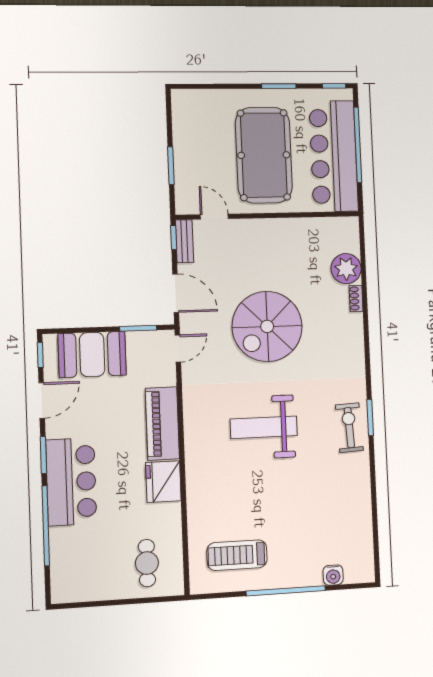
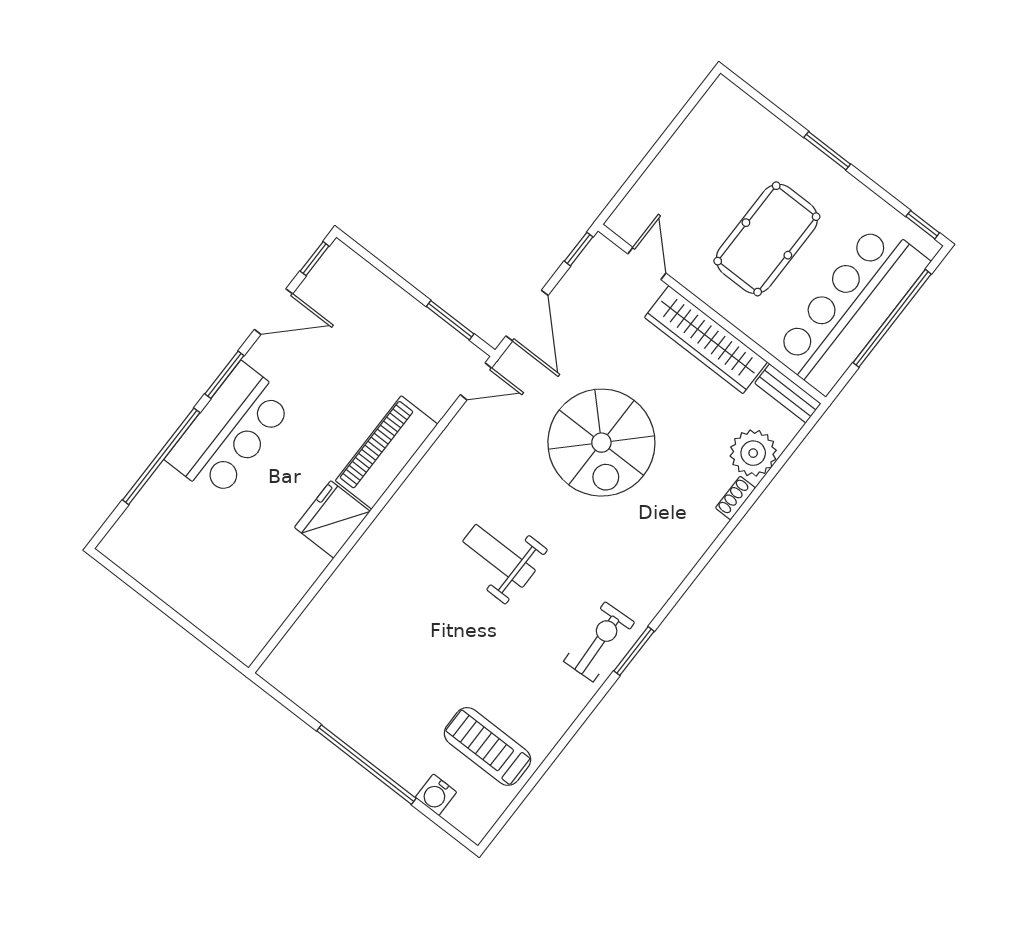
window: (279, 86) -> (827, 151), moved
pool table: (264, 155) -> (767, 239), width x0.73, depth x0.76
window: (171, 166) -> (646, 163), removed
wardrobe: (276, 231) -> (706, 340), added
bench: (184, 241) -> (788, 393), moved, turned 90
spiral stairs: (267, 326) -> (601, 443), turned -90
booth: (92, 354) -> (373, 307), removed
weight bench: (264, 427) -> (499, 556), width x0.73, depth x0.75
treadmill: (237, 555) -> (488, 746), moved
cafe table: (147, 563) -> (237, 595), removed

